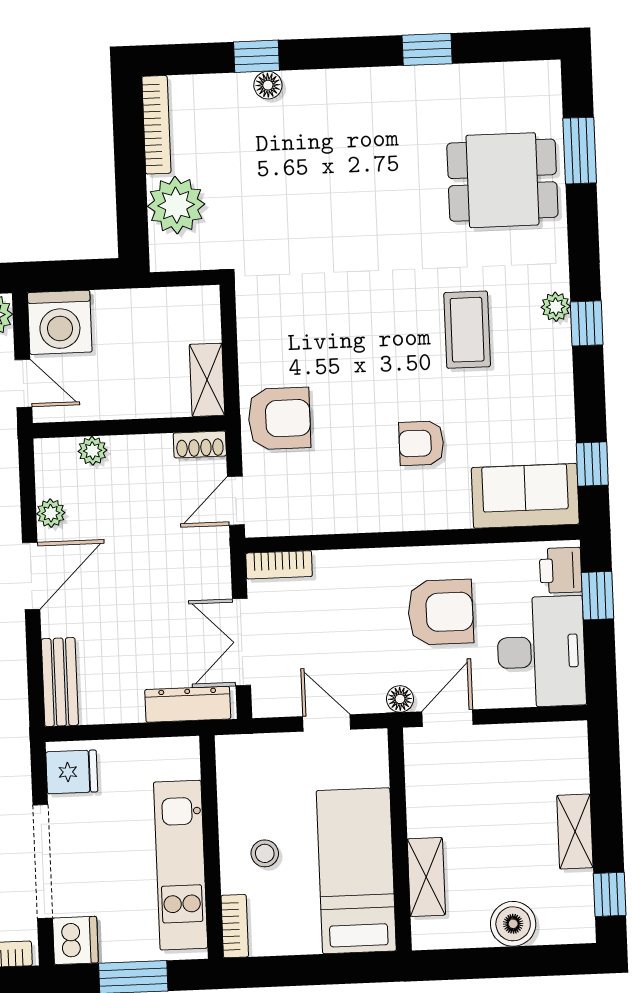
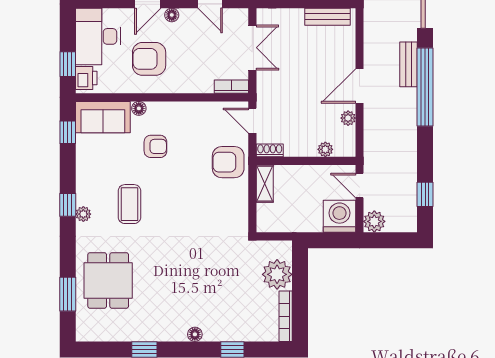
floor lamp: (268, 85) -> (195, 334), moved
dining table: (502, 180) -> (108, 280), turned 90
door: (236, 501) -> (252, 121), swing flipped
floor lamp: (456, 516) -> (139, 108), added
bench: (60, 682) -> (328, 17), moved, turned 90
dresser: (188, 704) -> (281, 17), removed

